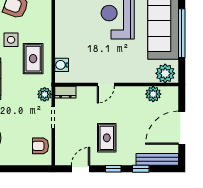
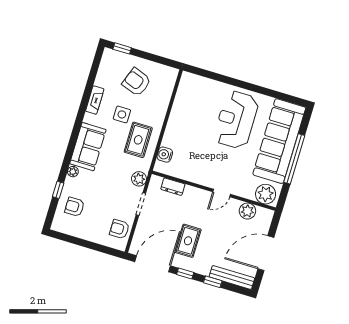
door: (106, 85) -> (222, 193), moved
dresser: (65, 92) -> (173, 187), moved
door: (81, 169) -> (153, 264), width x1.87

